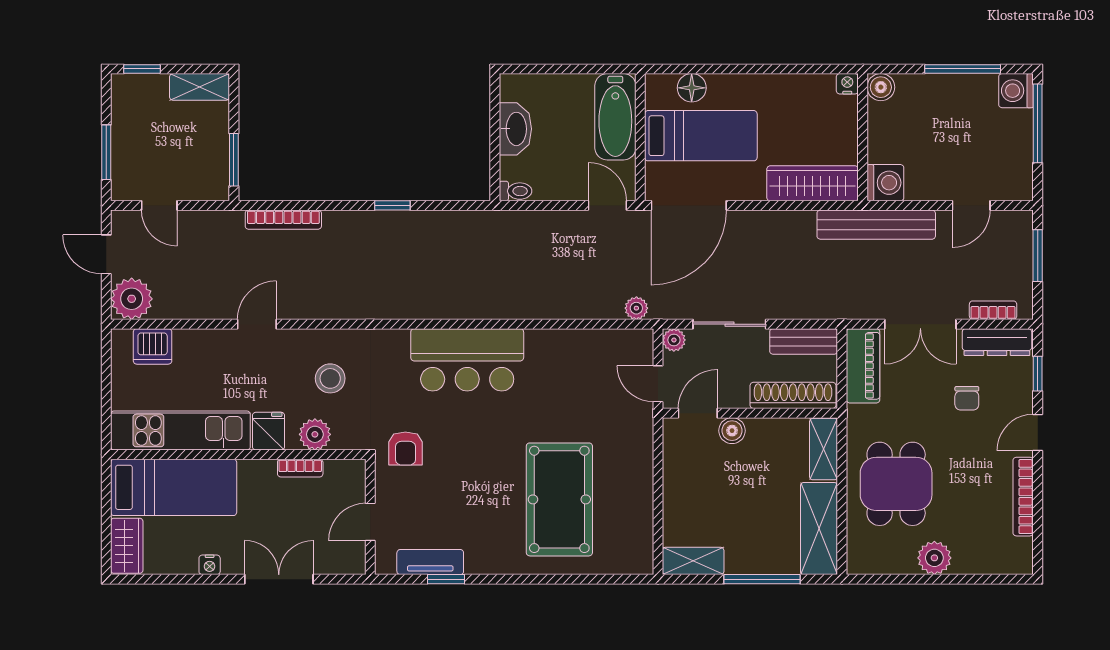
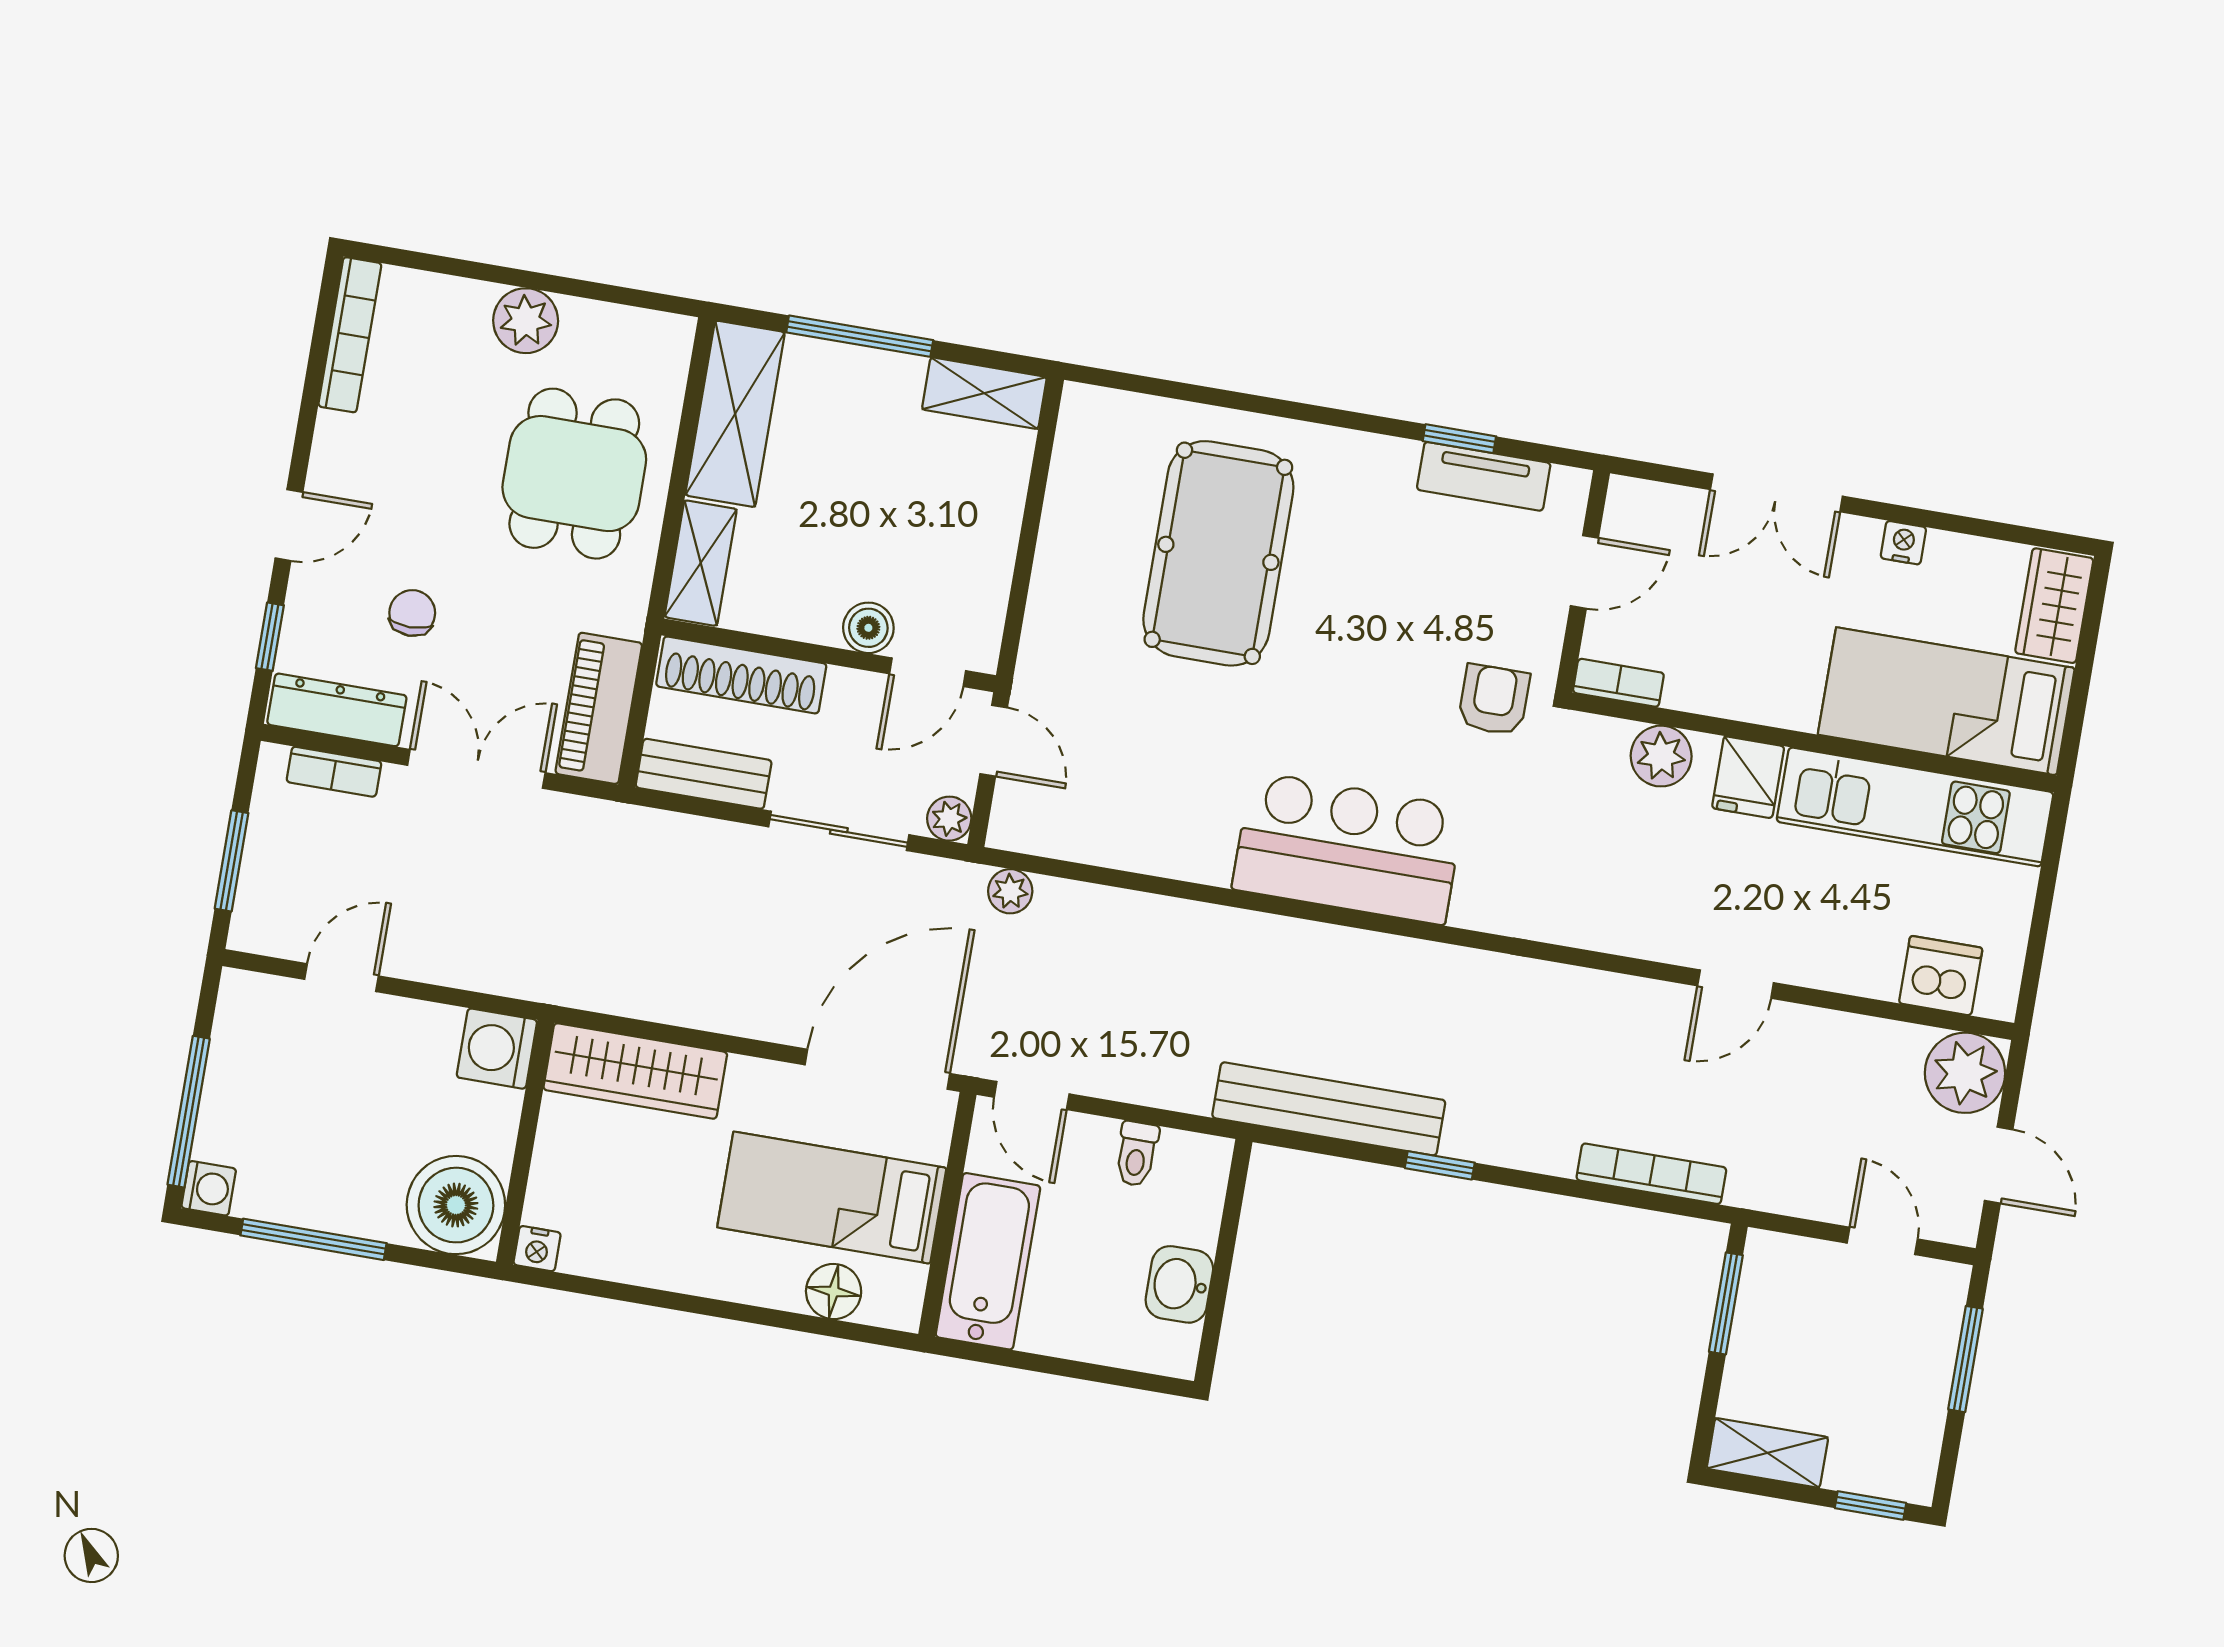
boiler: (881, 87) -> (456, 1205), width x1.86, depth x1.86
washing machine: (1016, 91) -> (209, 1188), width x0.73, depth x0.73
washbasin: (515, 129) -> (1179, 1284), width x0.72
toilet: (516, 191) -> (1137, 1154), moved, turned -90
bench: (876, 225) -> (1329, 1109), moved
stool: (330, 378) -> (1614, 857), removed
bookcase: (300, 468) -> (1618, 683), moved
bookcase: (1023, 497) -> (350, 335), moved

